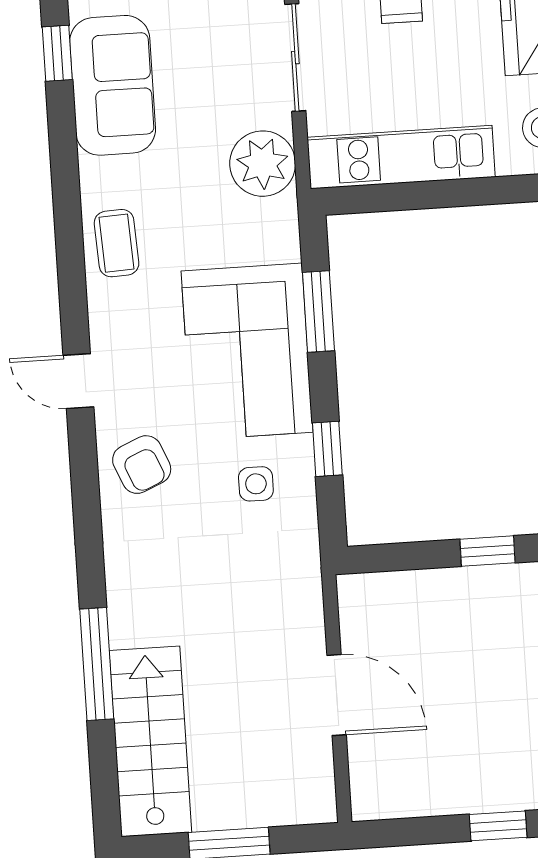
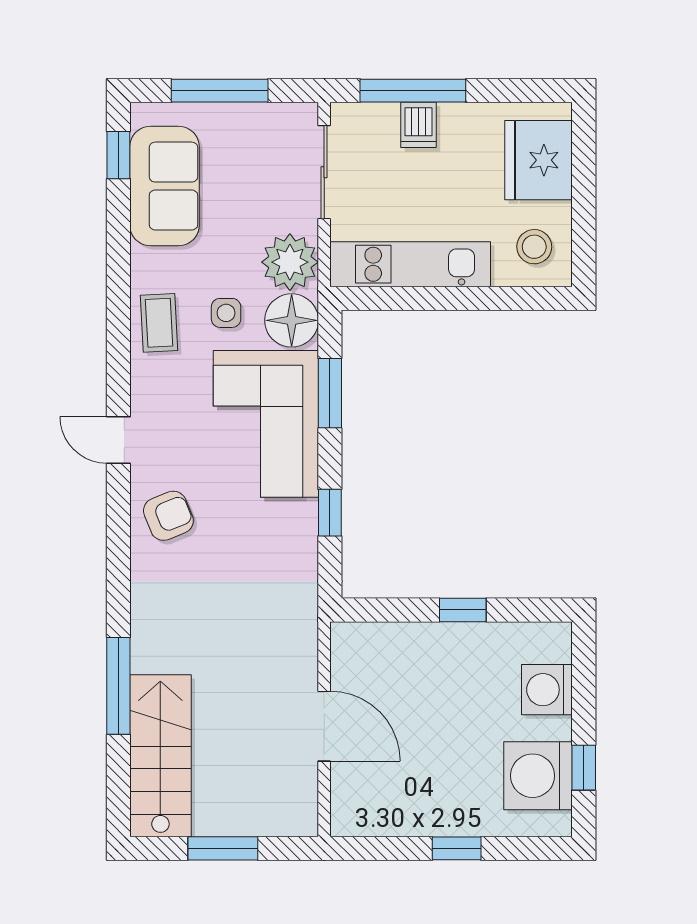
floor lamp: (269, 231) -> (292, 320), added
armchair: (142, 465) -> (168, 516), turned -89
side table: (256, 484) -> (226, 313), moved

